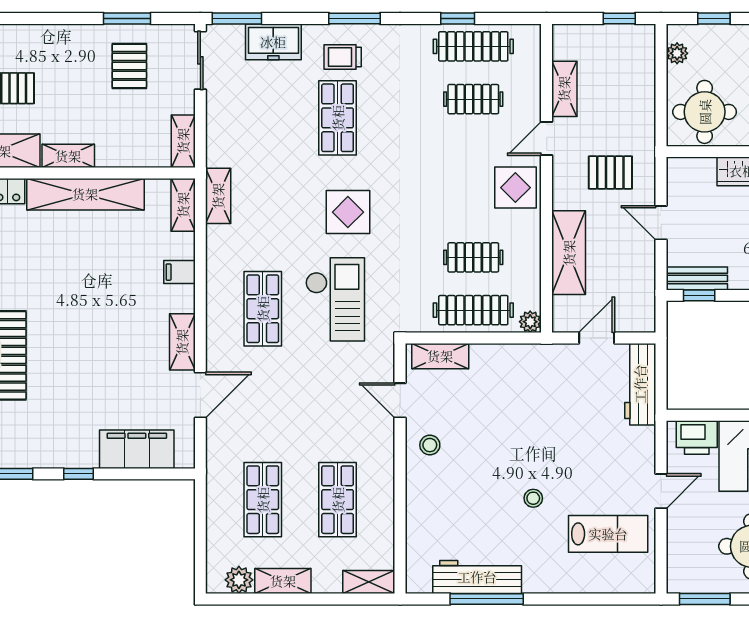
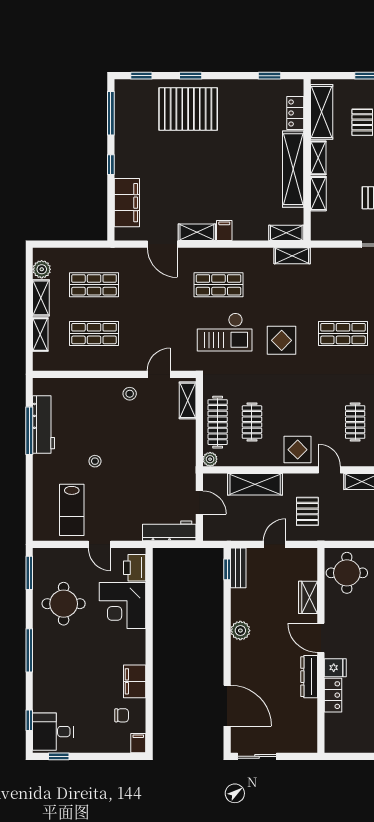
shelving: (183, 141) -> (318, 194), moved, turned 90
filing cabinet: (179, 272) -> (224, 230), moved
shelving: (369, 582) -> (40, 334), moved

